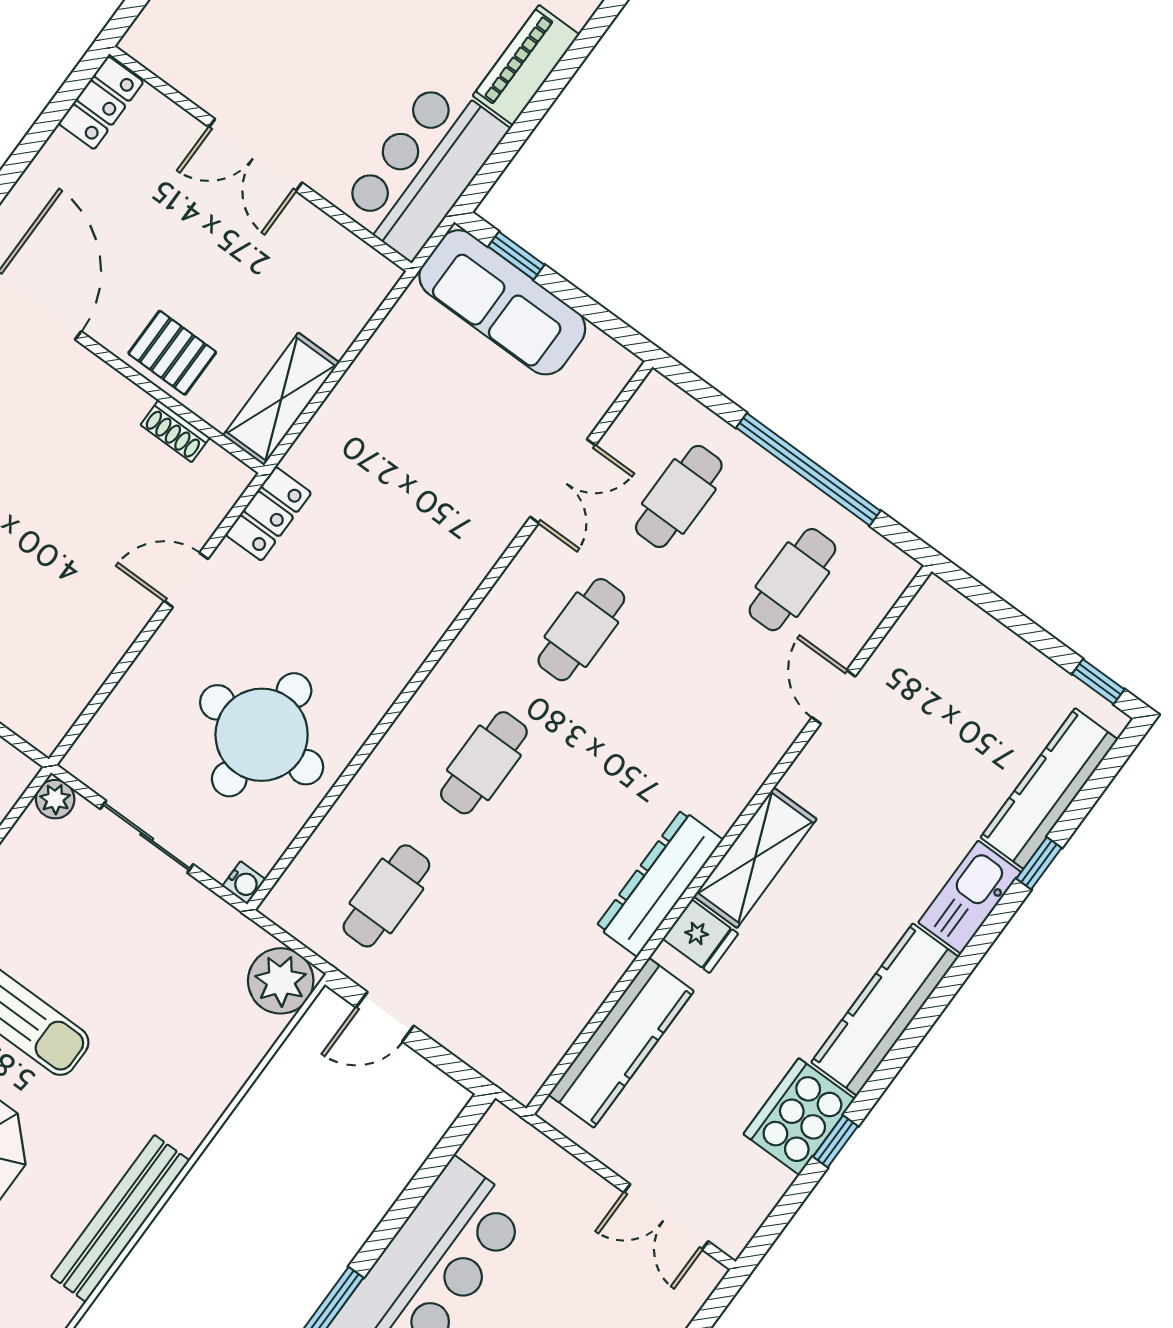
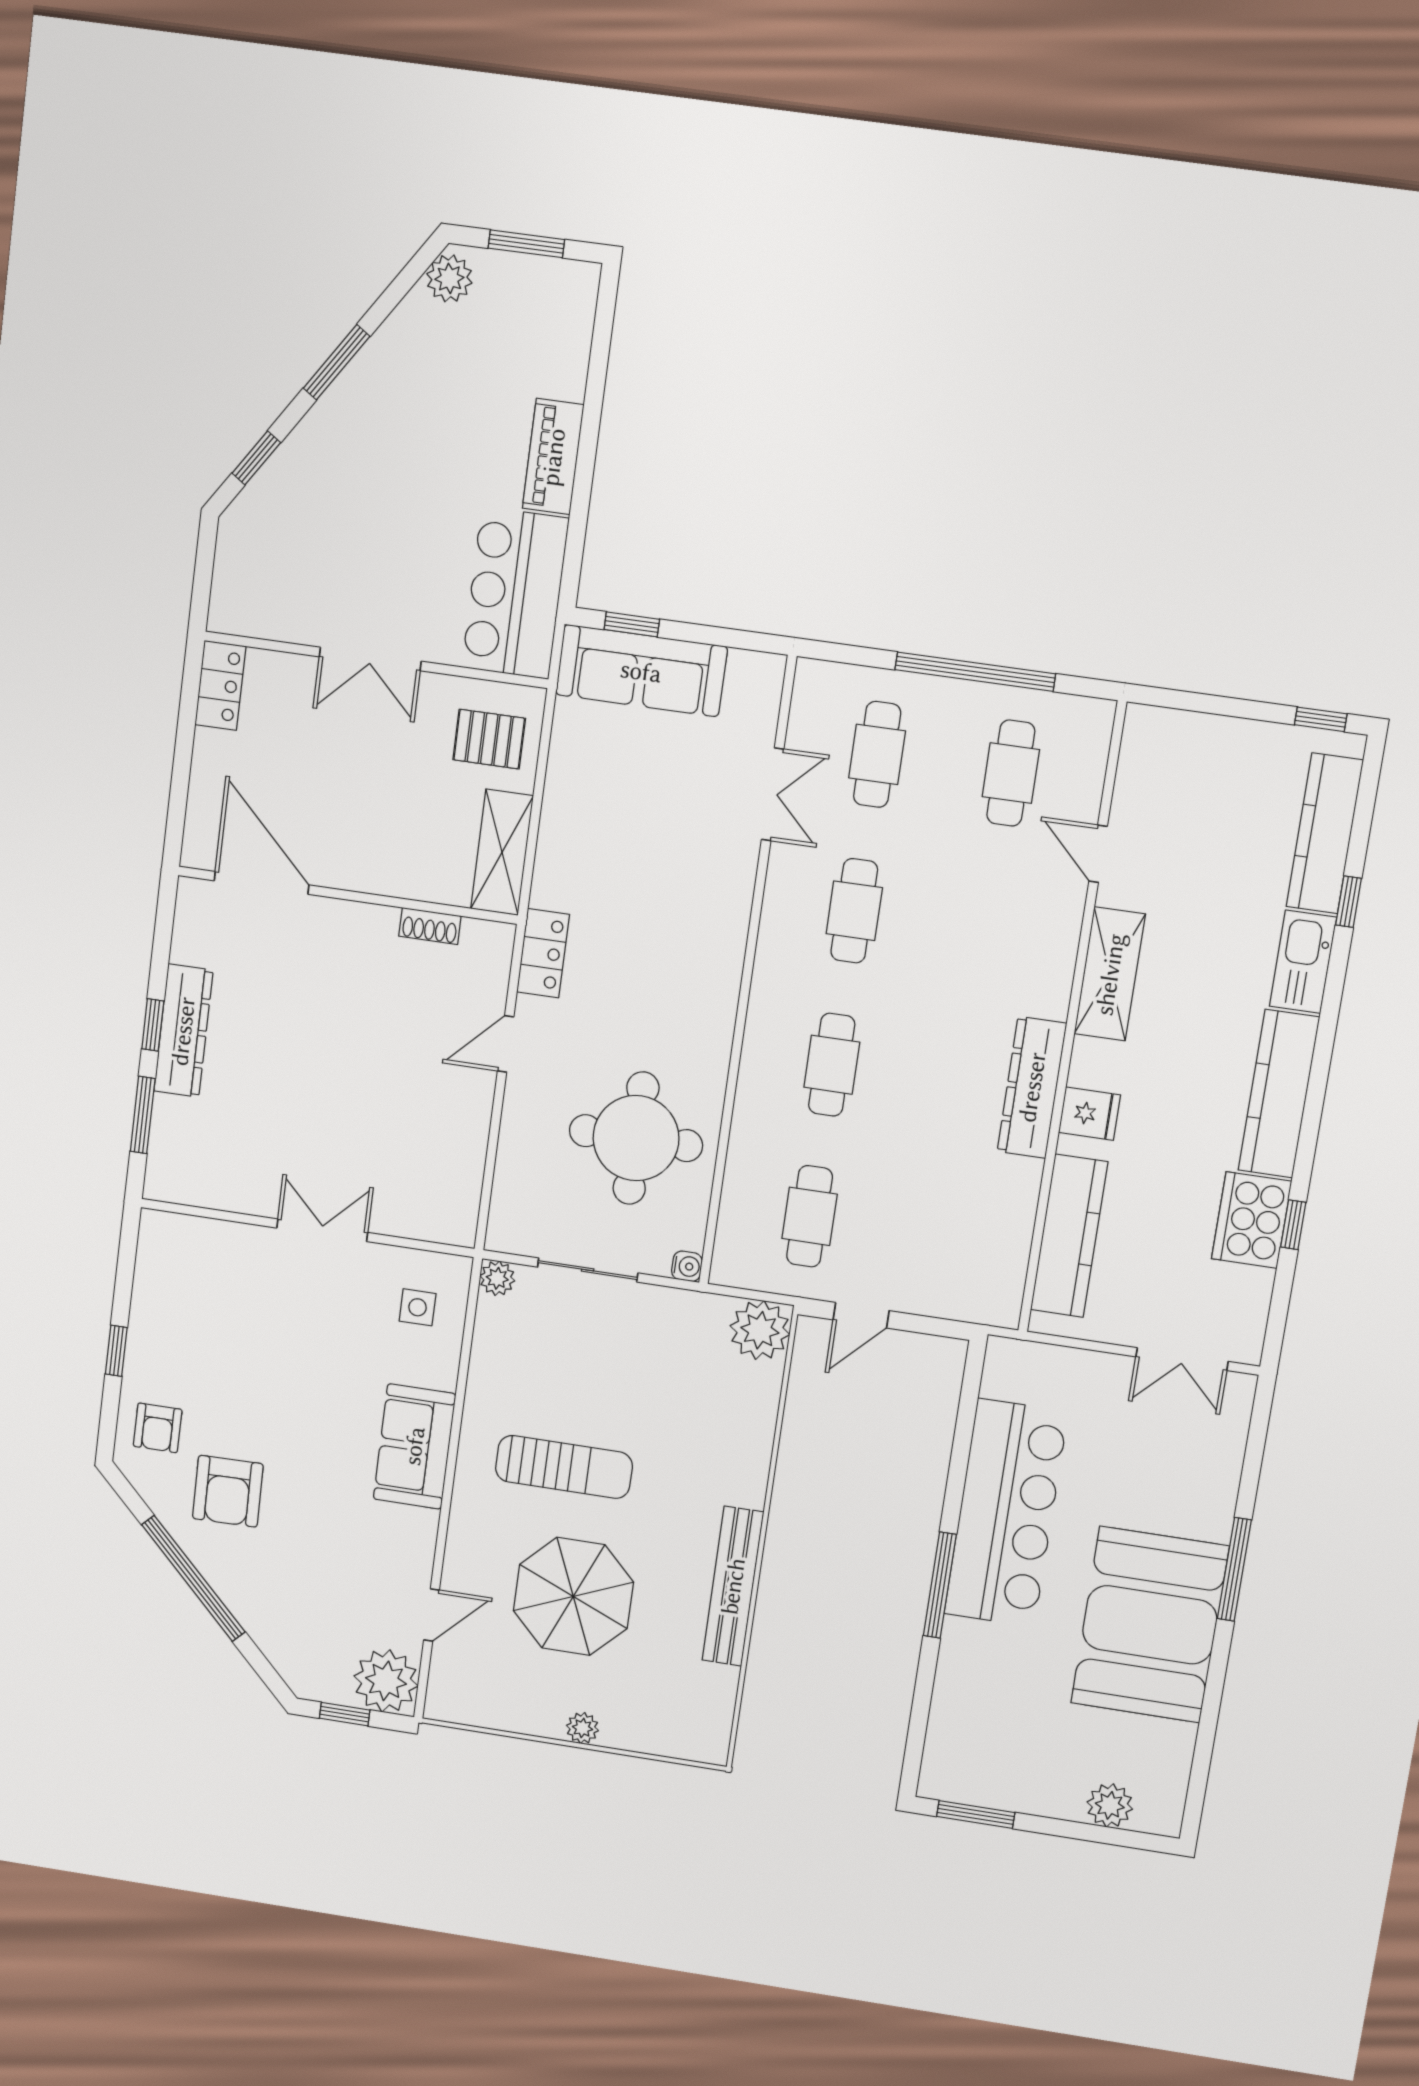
pallet: (172, 353) -> (489, 739), moved
shelving: (755, 858) -> (1110, 974), moved

